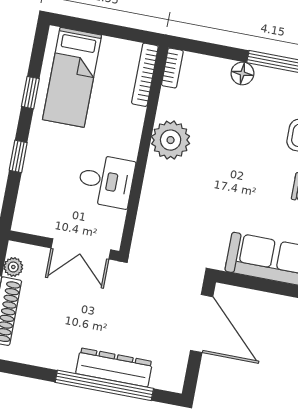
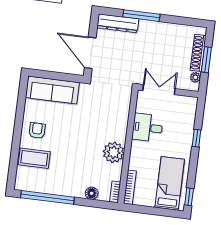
floor lamp: (242, 73) -> (92, 193), moved
window: (30, 93) -> (189, 197), moved
dresser: (114, 367) -> (118, 23), moved
window: (104, 385) -> (141, 16), width x0.68

